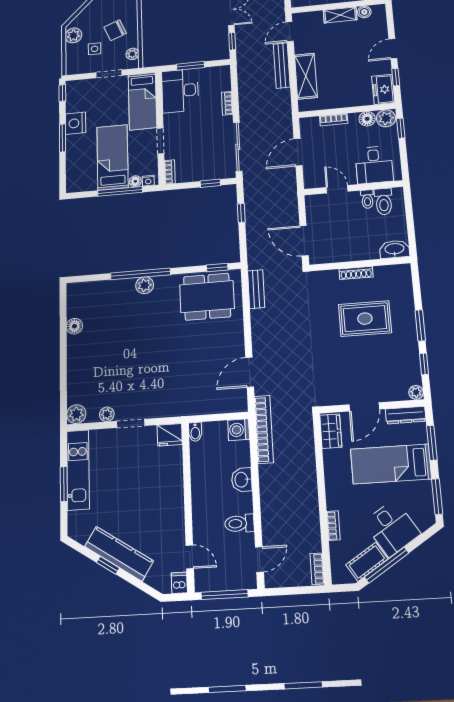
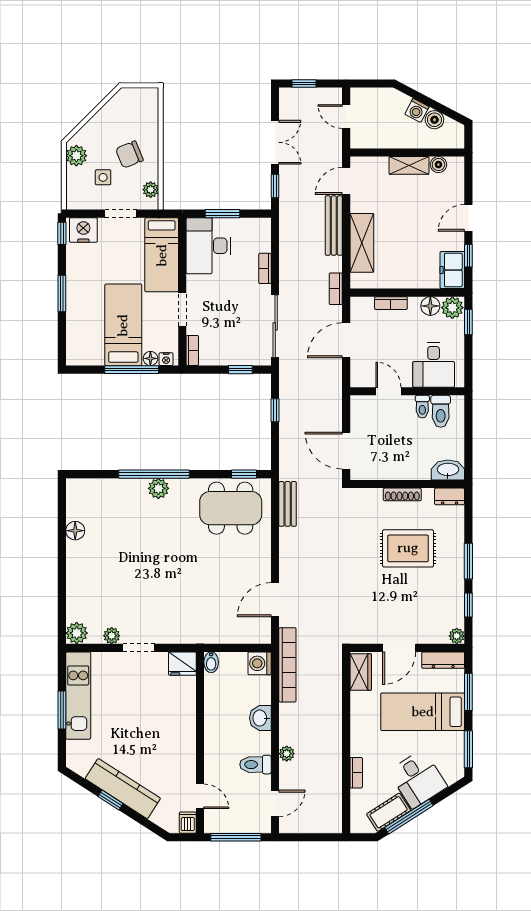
nightstand: (76, 123) -> (83, 230), moved, turned 90
dresser: (398, 271) -> (450, 496), added
plant: (268, 511) -> (287, 754), added
bookcase: (317, 569) -> (336, 289), moved

